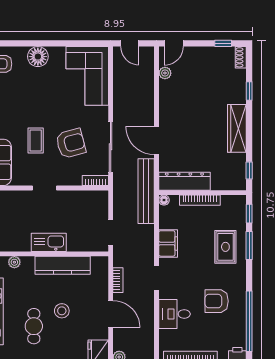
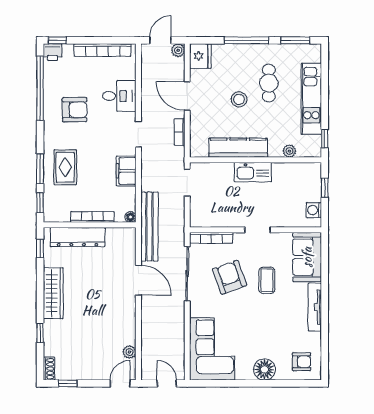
armchair: (71, 143) -> (230, 277), turned 85
bookcase: (95, 181) -> (211, 238), width x1.56
dresser: (184, 181) -> (78, 237), moved

